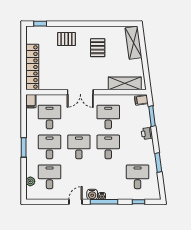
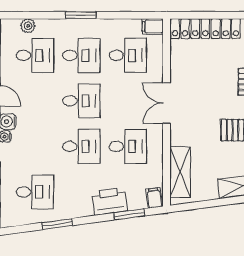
printer: (147, 133) -> (110, 202), width x1.87, depth x1.48

